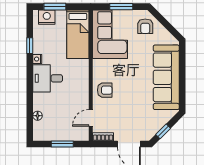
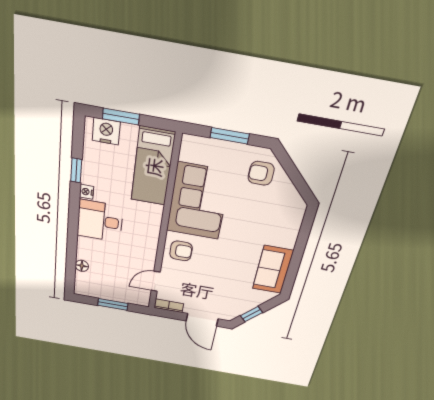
armchair: (145, 26) -> (261, 173), turned 90
corner sofa: (110, 34) -> (198, 202), moved
sofa: (166, 77) -> (273, 270), width x0.54, depth x0.79

